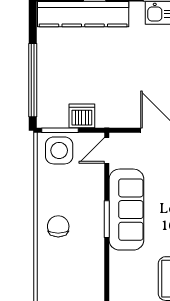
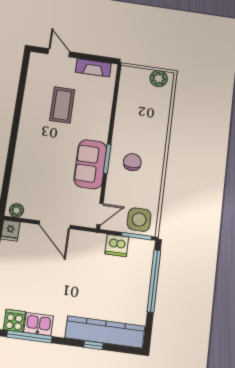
sofa: (126, 210) -> (90, 164), width x0.73
chair: (58, 226) -> (132, 162), moved, turned 180

